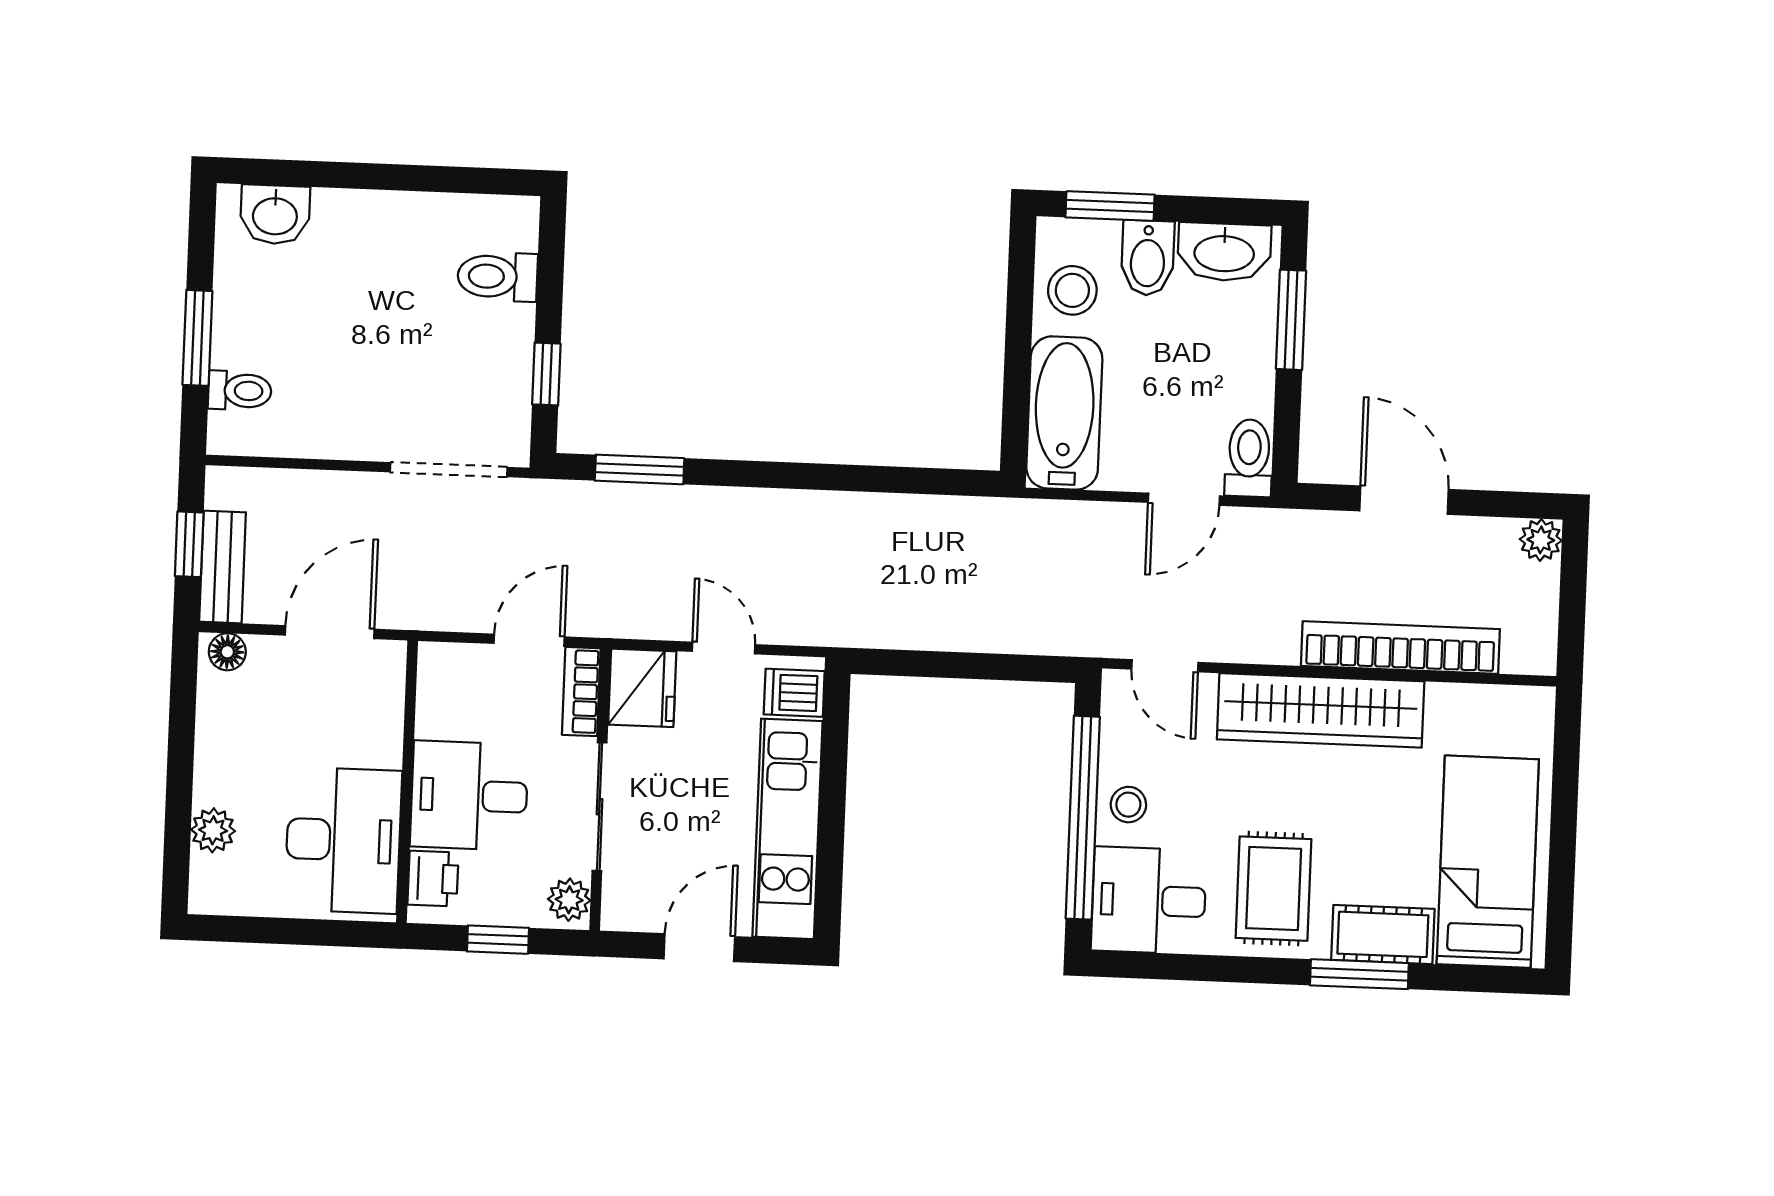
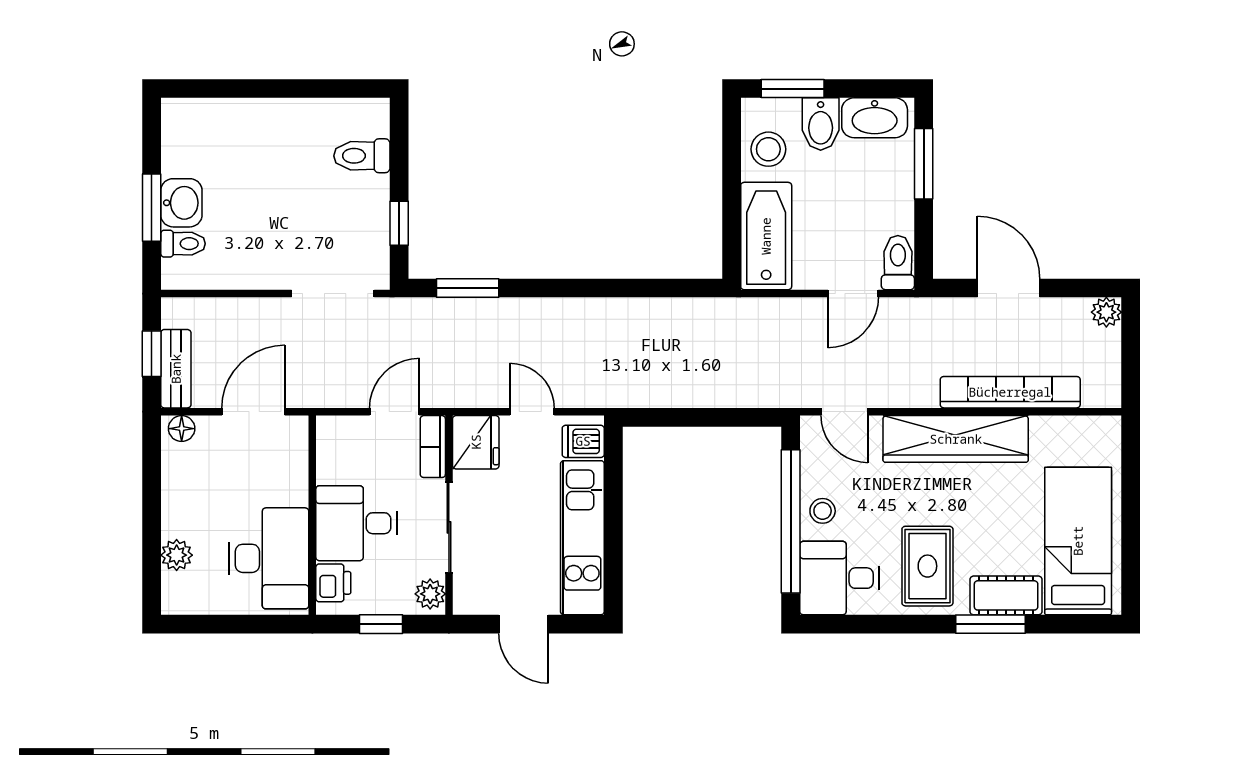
washbasin: (275, 215) -> (181, 203), moved, turned -90
door: (699, 948) -> (523, 624), swing flipped

